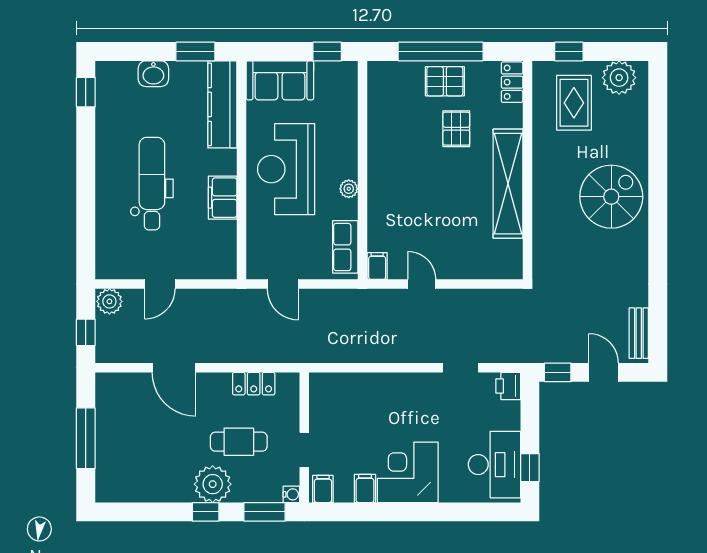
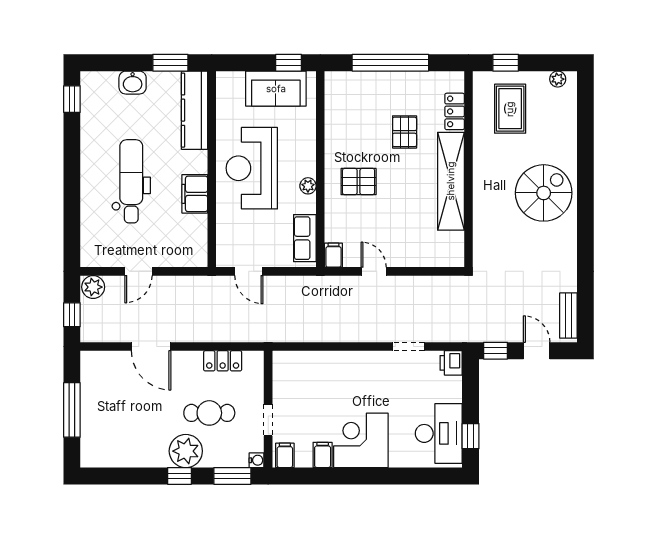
plant: (619, 78) -> (558, 79), width x0.53, depth x0.53
sofa: (280, 80) -> (276, 89), moved
pallet: (445, 81) -> (359, 182), moved
locker: (512, 82) -> (455, 111), moved

